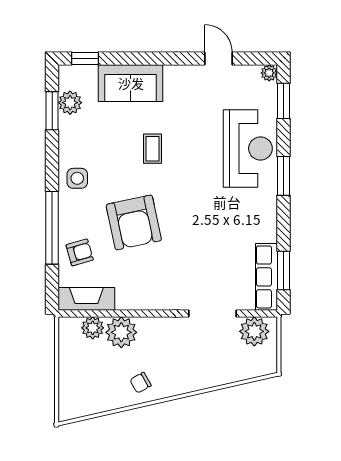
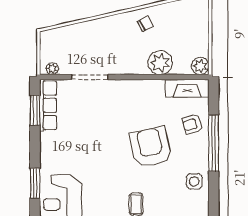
plant: (93, 328) -> (200, 66), moved
plant: (254, 331) -> (52, 69), width x0.53, depth x0.53

